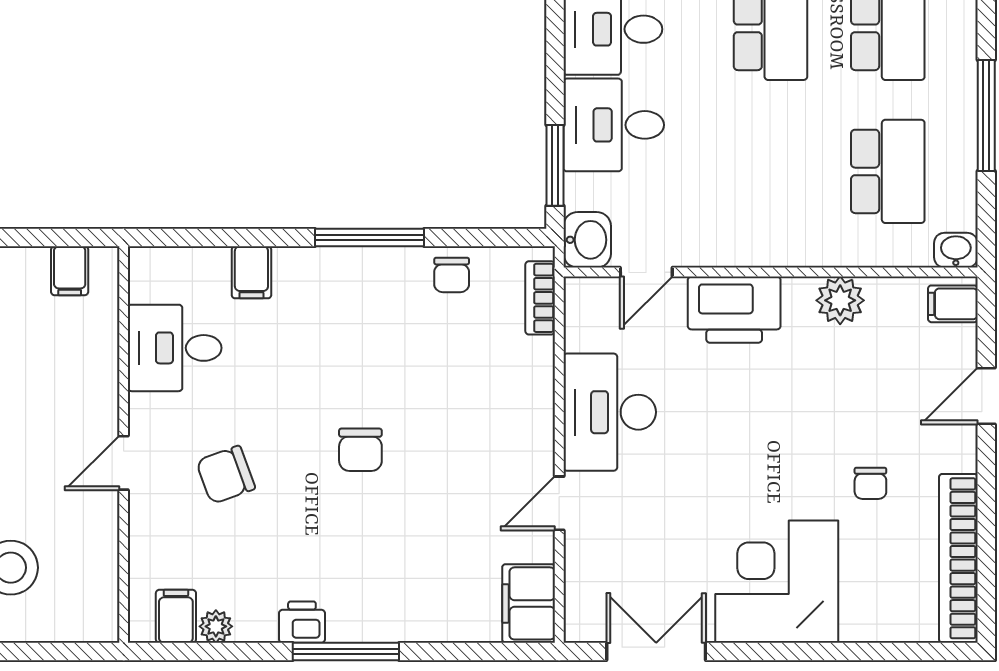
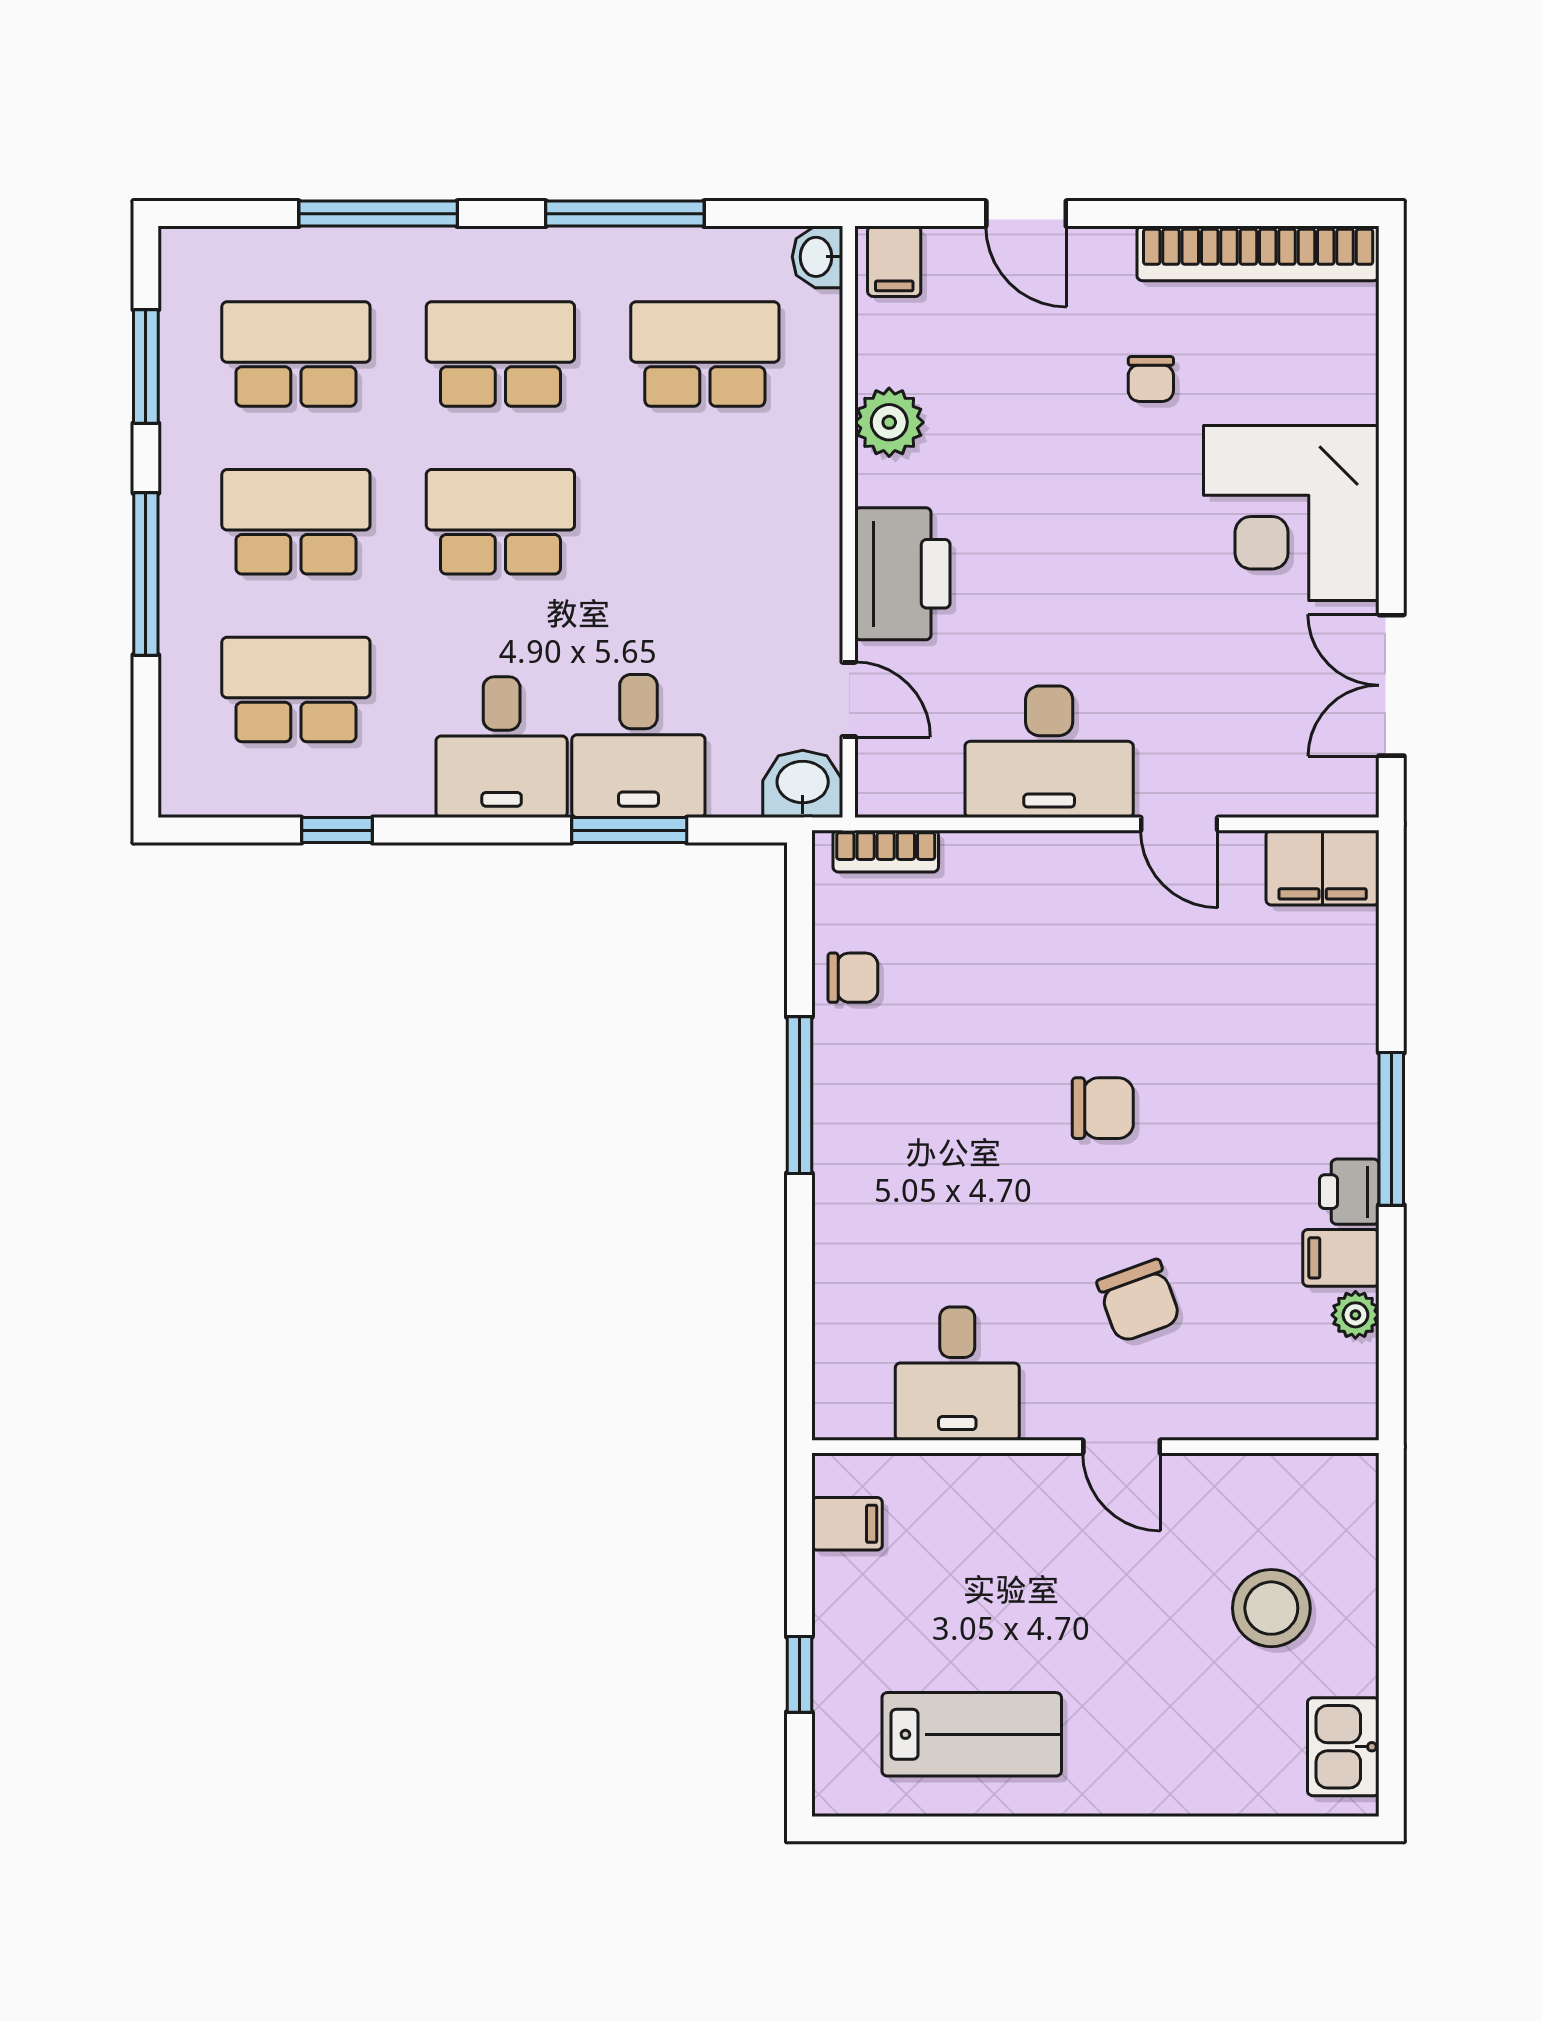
window: (555, 165) -> (629, 830), moved
filing cabinet: (251, 272) -> (849, 1264), removed
chair: (870, 483) -> (1151, 379), turned 90
filing cabinet: (176, 616) -> (1341, 1258), moved

